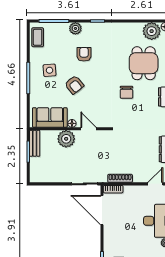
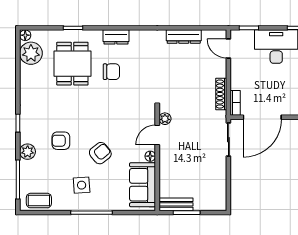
dining table: (144, 63) -> (72, 64), turned 90
chair: (126, 92) -> (111, 72), moved
plant: (66, 139) -> (165, 119), moved, width x0.53, depth x0.53

